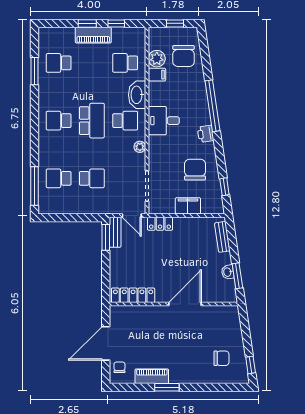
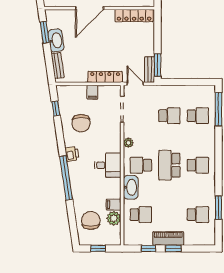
school desk: (92, 178) -> (169, 116), turned 180
filing cabinet: (188, 206) -> (92, 92), width x0.50
locker: (160, 224) -> (105, 77), width x1.53
washbasin: (228, 272) -> (56, 40), width x1.91, depth x1.45

